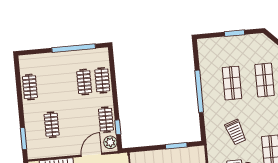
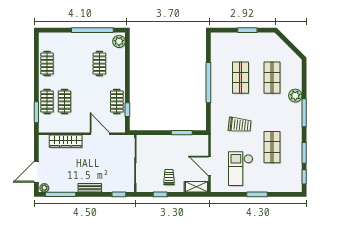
clothes rail: (102, 80) -> (47, 101), moved
trolley: (236, 132) -> (240, 125), turned -65
plant: (110, 142) -> (119, 41), moved
door: (91, 155) -> (100, 134), hinge flipped

